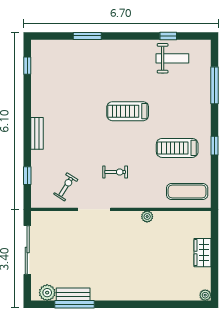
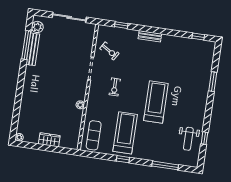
treadmill: (128, 111) -> (156, 102), width x1.37, depth x1.38
treadmill: (177, 148) -> (125, 133), width x1.37, depth x1.38
bench: (73, 294) -> (33, 49), width x1.36

